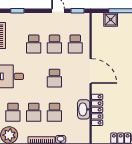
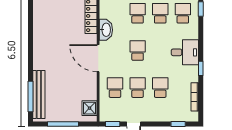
shower: (111, 20) -> (90, 108), moved
washbasin: (84, 109) -> (106, 30), moved

